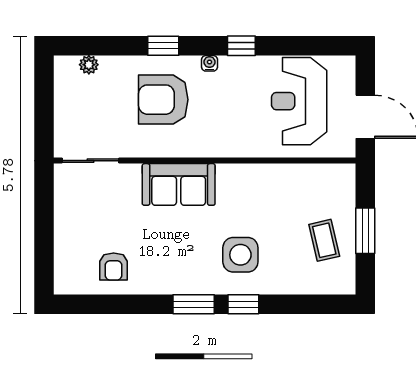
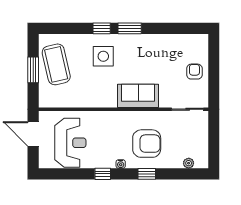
coffee table: (324, 240) -> (56, 64), width x1.86, depth x1.72
armchair: (114, 267) -> (194, 72), moved

